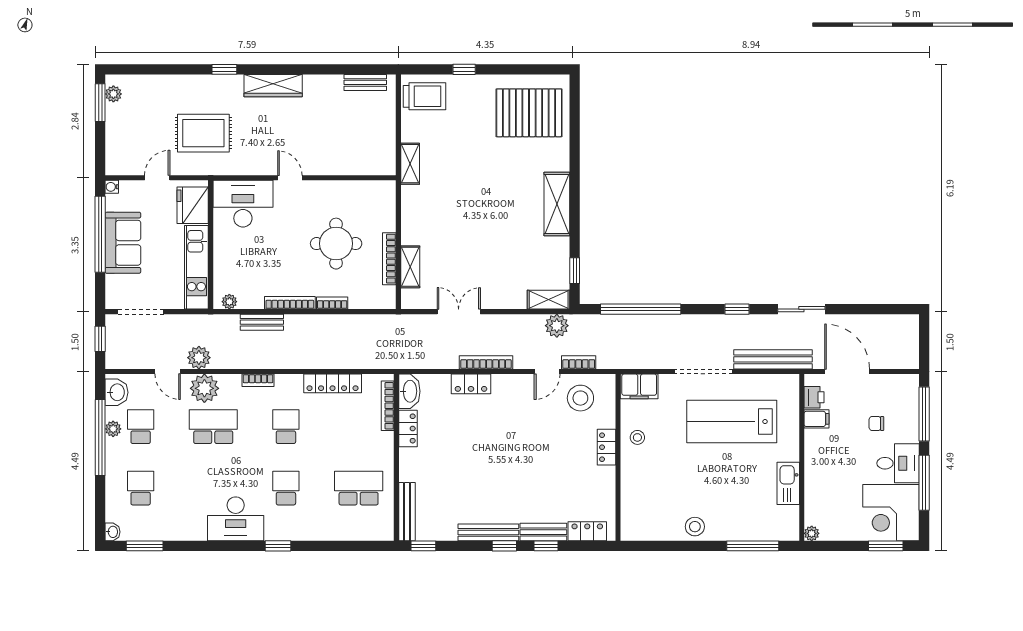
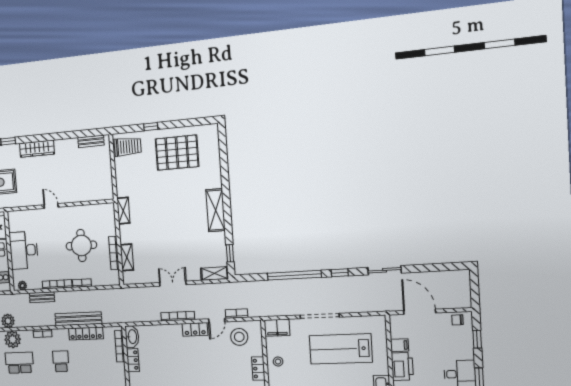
pallet: (529, 113) -> (177, 153), moved
shelving: (410, 164) -> (123, 211), moved
desk: (243, 204) -> (24, 250), moved, turned -90
window: (641, 309) -> (294, 275), moved
double door: (459, 312) -> (173, 284), moved
plant: (557, 326) -> (221, 290), removed
bench: (773, 359) -> (78, 319), moved
locker: (471, 384) -> (195, 329), moved
printer: (814, 397) -> (402, 366), moved, width x1.87, depth x1.48
window: (924, 414) -> (477, 339), width x0.46
chair: (876, 423) -> (457, 320), moved

